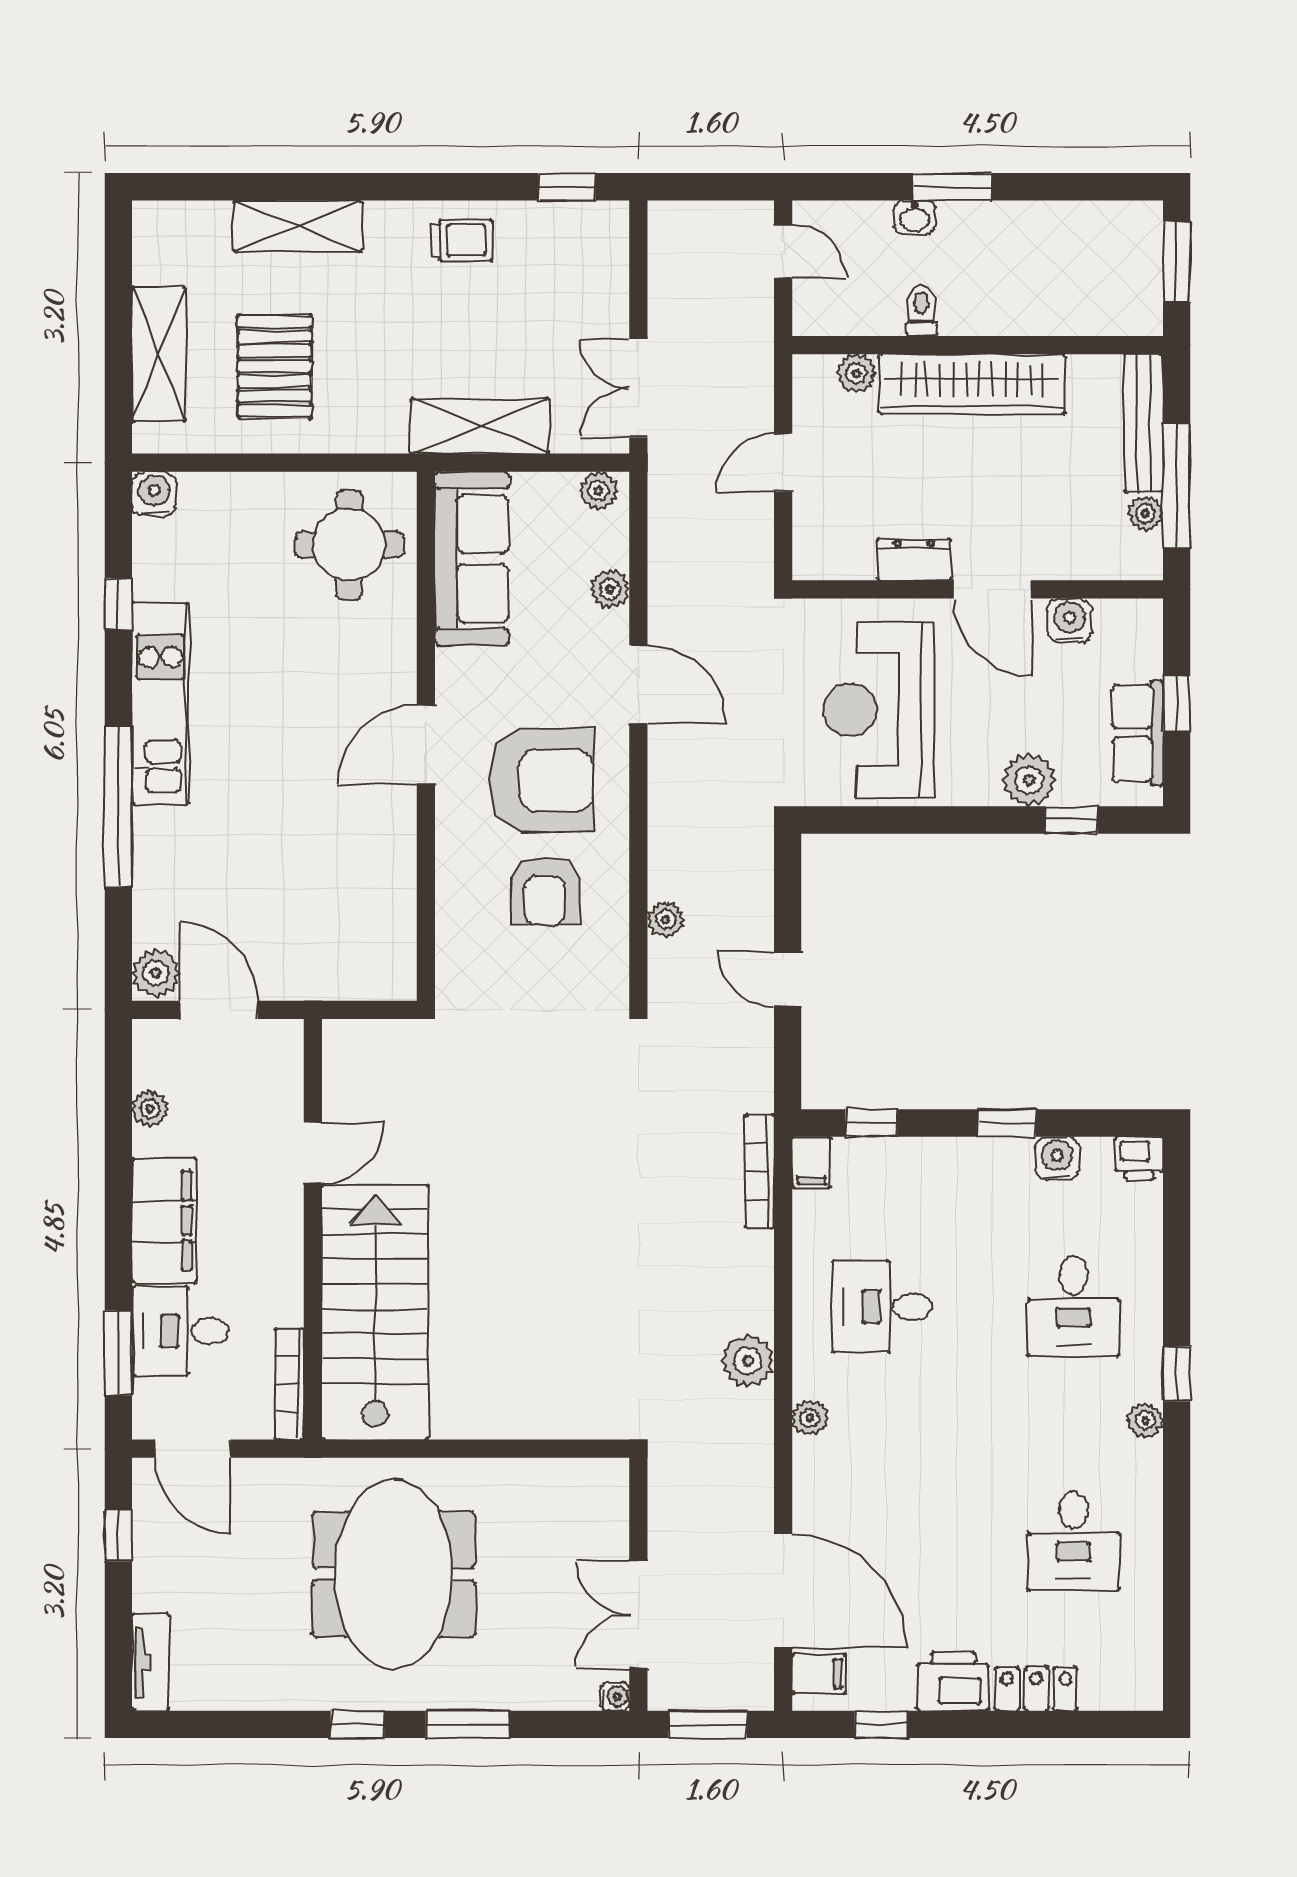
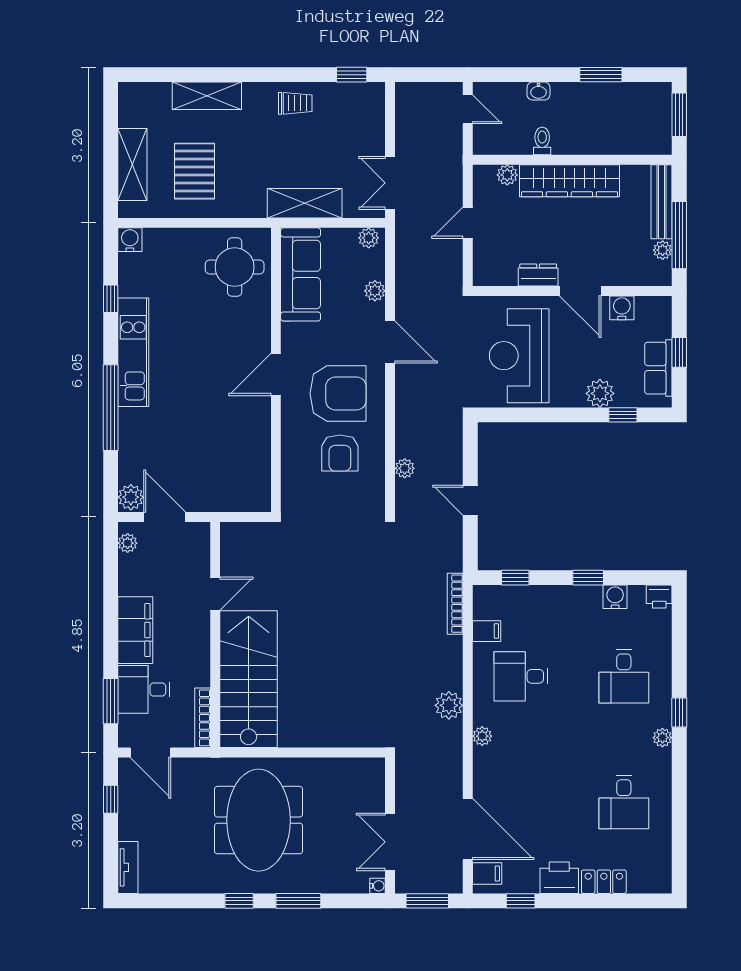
window: (952, 187) -> (601, 75), moved
plant: (150, 1109) -> (128, 543), moved
filing cabinet: (812, 1163) -> (487, 631), moved, turned -90

